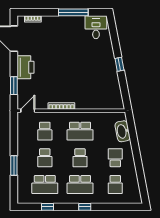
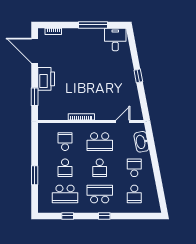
door: (28, 111) -> (123, 122), moved
school desk: (45, 131) -> (65, 142), turned 180
school desk: (80, 184) -> (100, 194), turned 180

